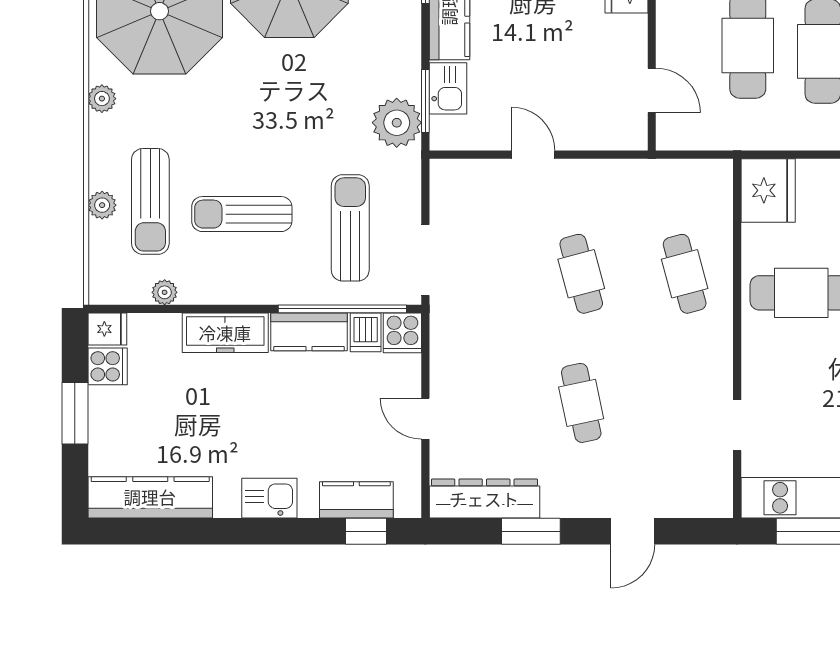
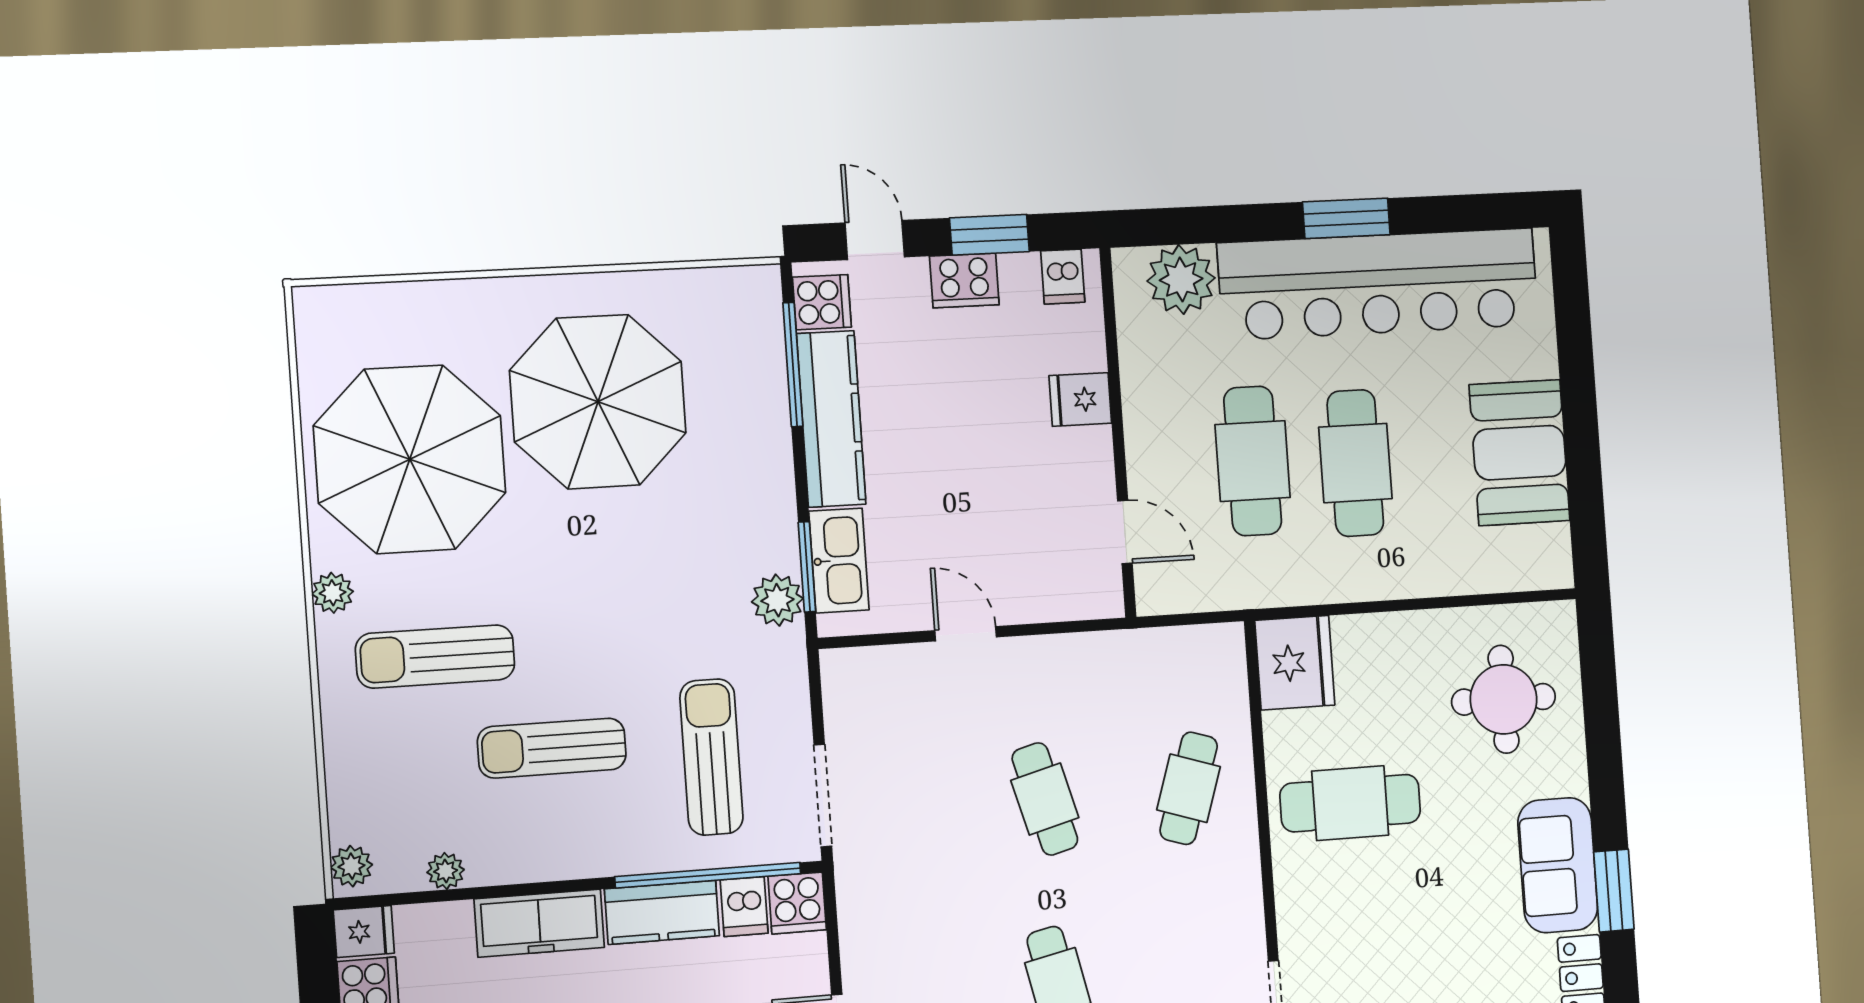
kitchen sink: (448, 88) -> (839, 561), width x1.38
plant: (397, 123) -> (777, 600), width x0.73, depth x0.73
sun lounger: (150, 201) -> (435, 657), moved, turned 90
plant: (102, 205) -> (351, 866), moved
cafe table: (685, 274) -> (1189, 788), turned 33

